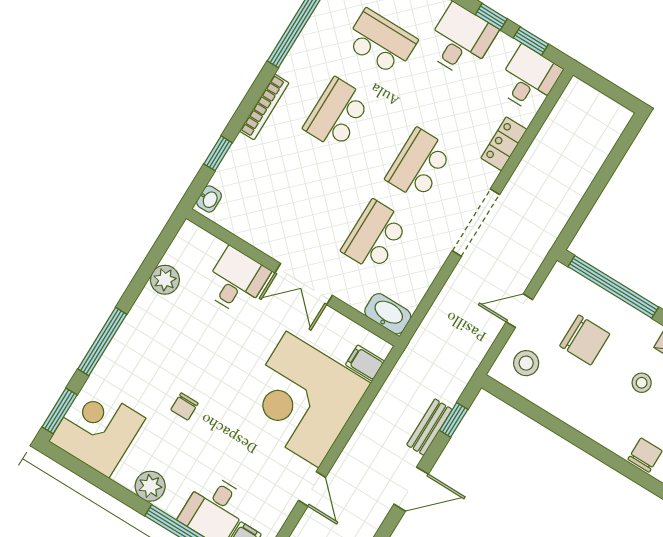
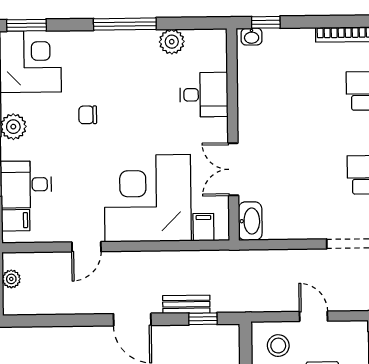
window: (218, 153) -> (266, 22), moved
school desk: (375, 236) -> (301, 176), removed
double door: (304, 284) -> (233, 169), moved
window: (102, 342) -> (125, 24), moved

